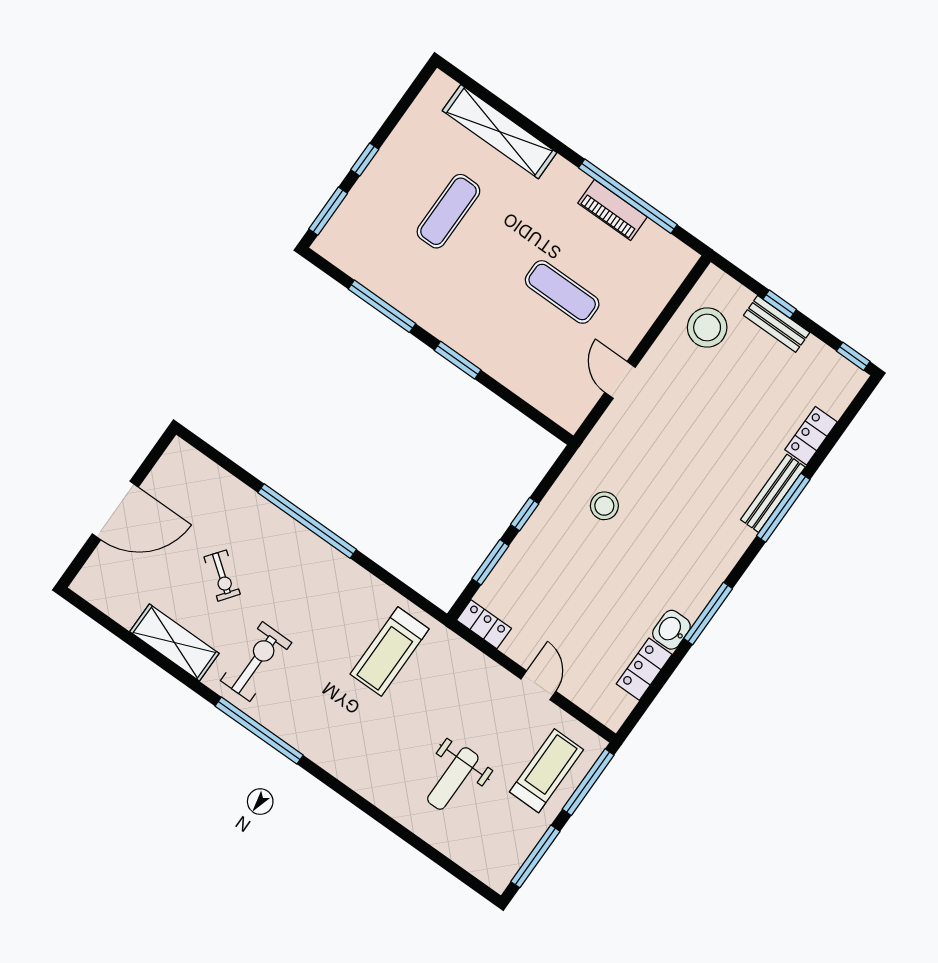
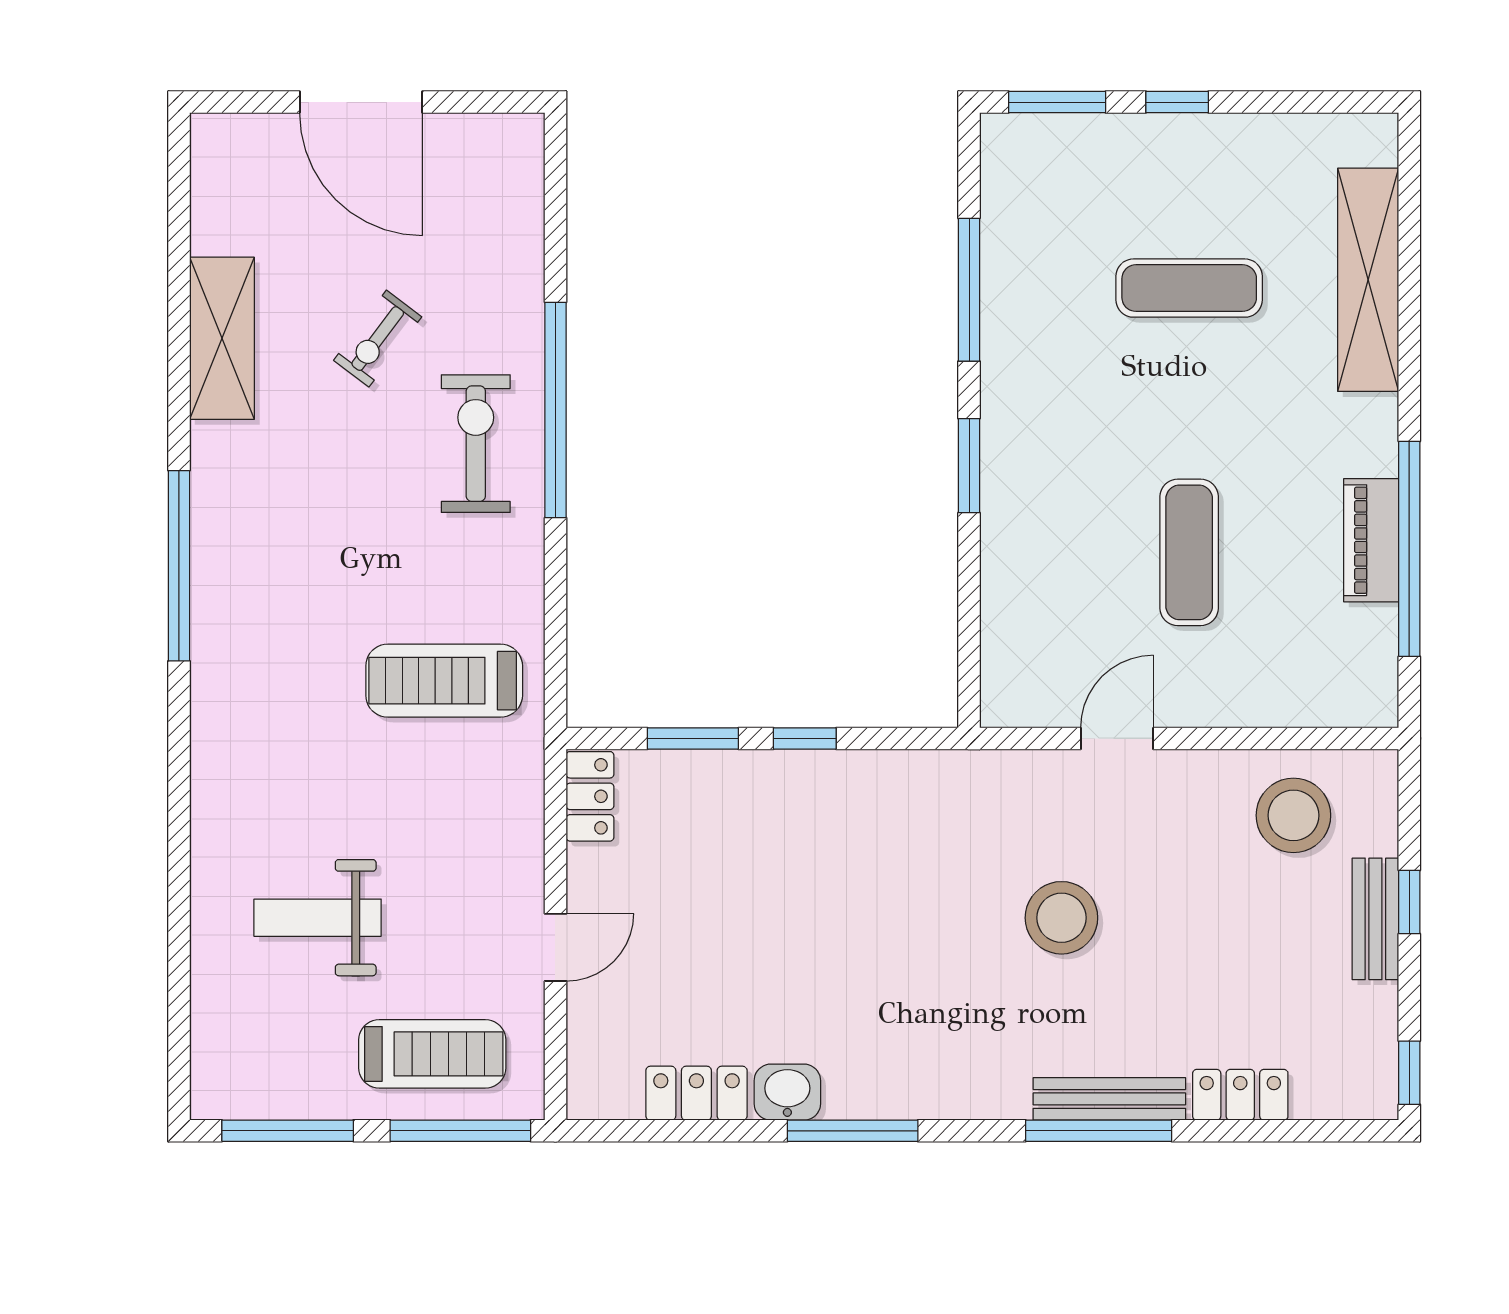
stool: (604, 506) -> (1061, 918), moved, width x1.38, depth x1.38
exercise bike: (256, 662) -> (476, 444), moved, turned -90

